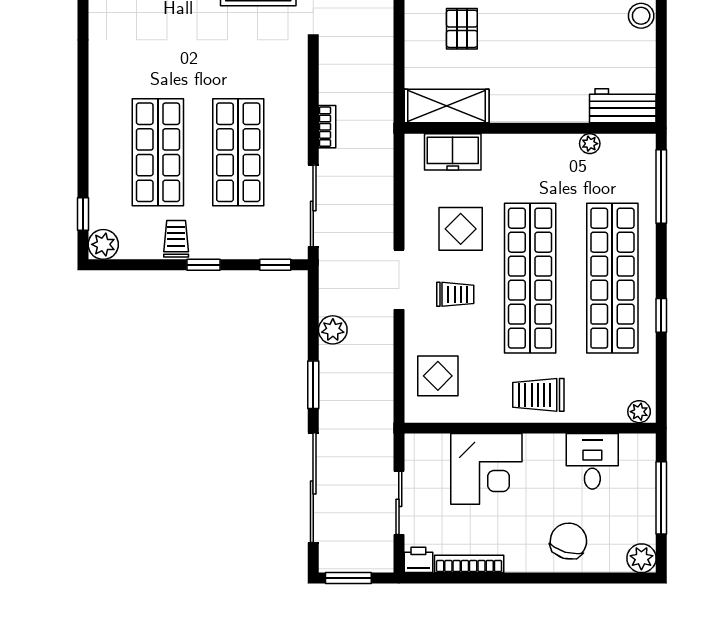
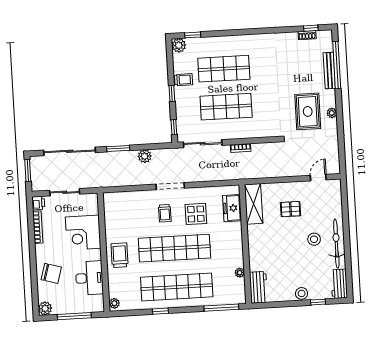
display table: (438, 376) -> (126, 207), removed
desk: (592, 461) -> (89, 278), width x1.37

